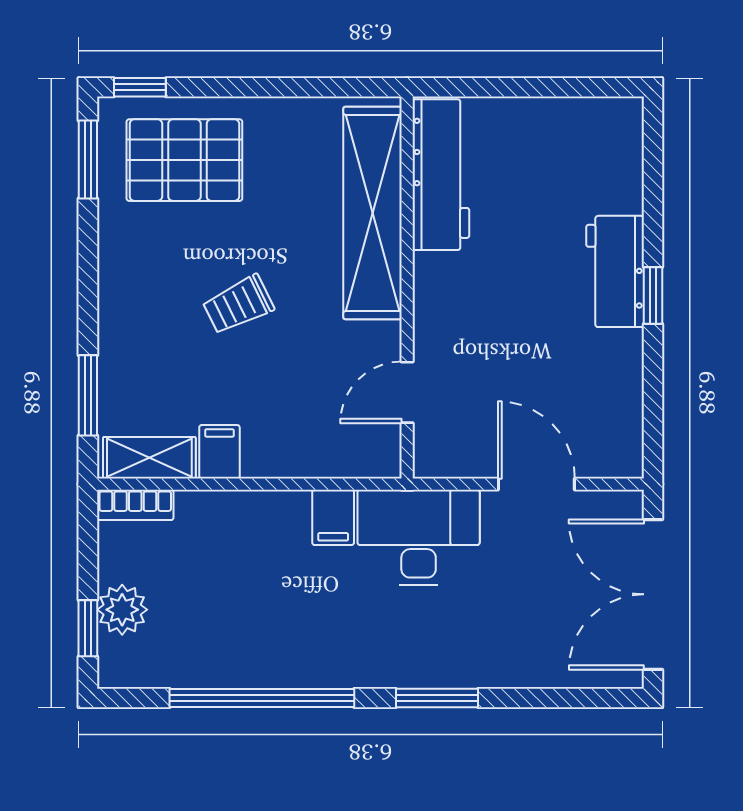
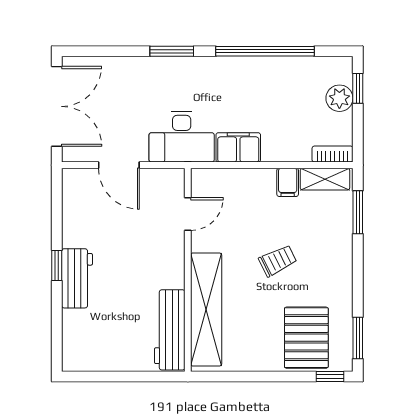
pallet: (184, 160) -> (306, 338), turned 90
filing cabinet: (333, 517) -> (238, 147), width x2.00

